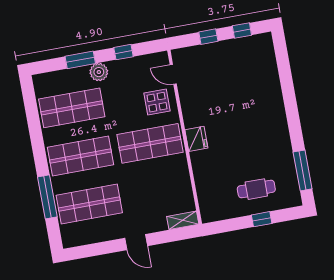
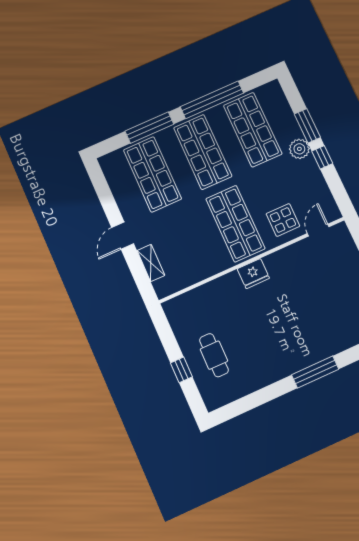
window: (123, 52) -> (322, 157), moved
window: (36, 137) -> (212, 100), added
window: (303, 170) -> (315, 372), moved
shelving: (183, 220) -> (151, 263), moved

